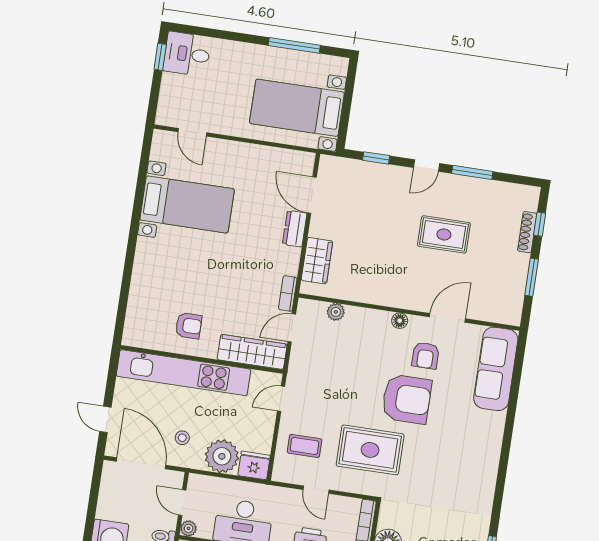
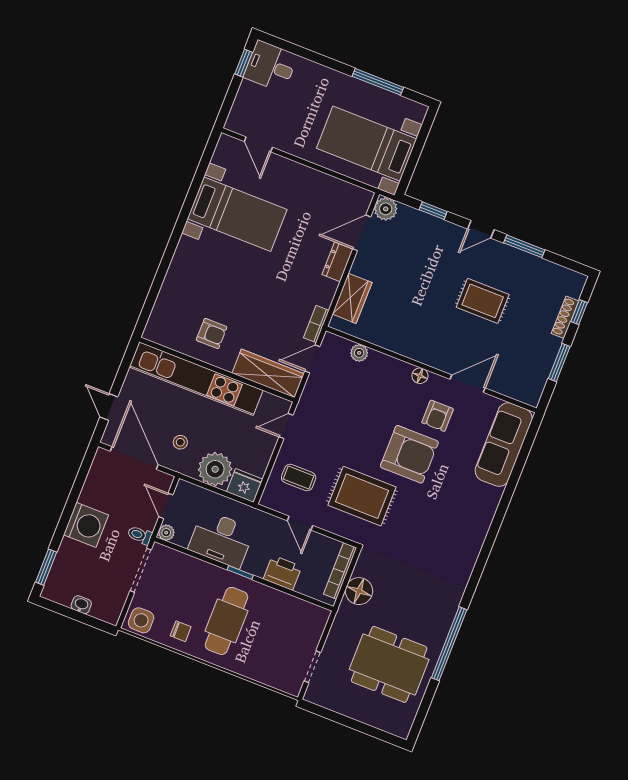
plant: (330, 167) -> (386, 209), added
door: (312, 195) -> (362, 233), hinge flipped

